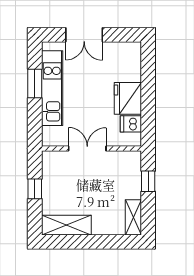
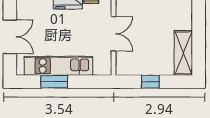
double door: (87, 149) -> (114, 34), swing flipped

